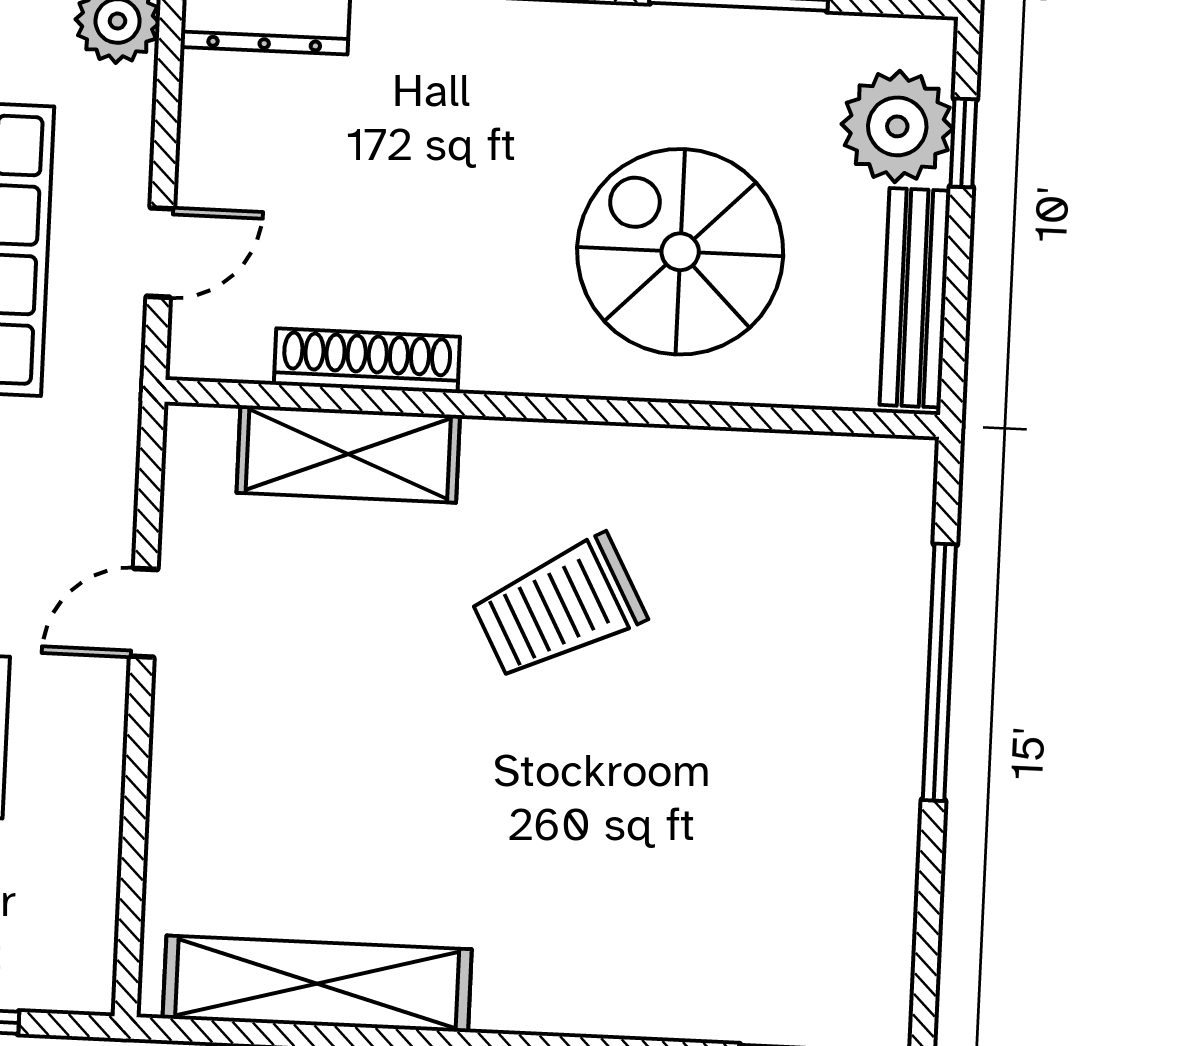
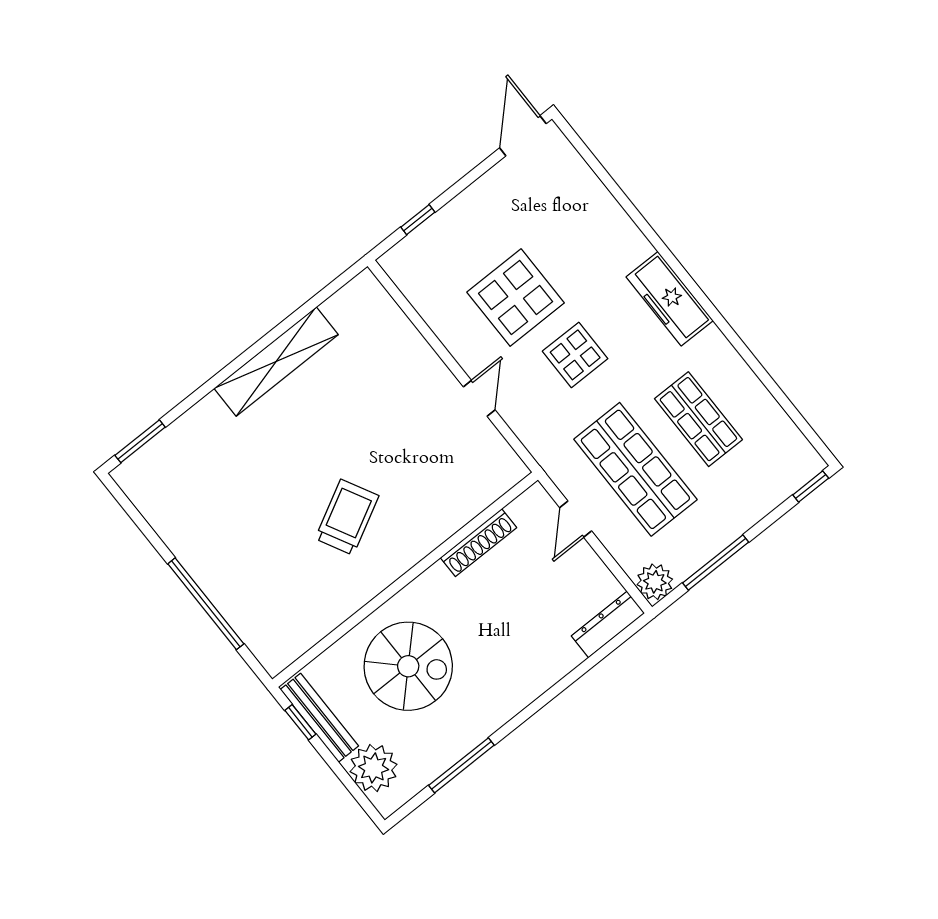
window: (963, 143) -> (300, 722), moved
shelving: (348, 454) -> (458, 507), removed
shelving: (317, 984) -> (276, 361), moved

